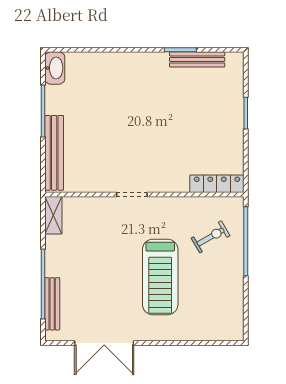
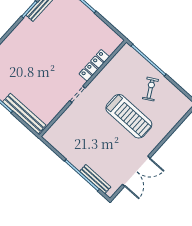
locker: (217, 184) -> (94, 65), moved
shelving: (53, 215) -> (54, 141), removed
exercise bike: (211, 237) -> (150, 89), moved

